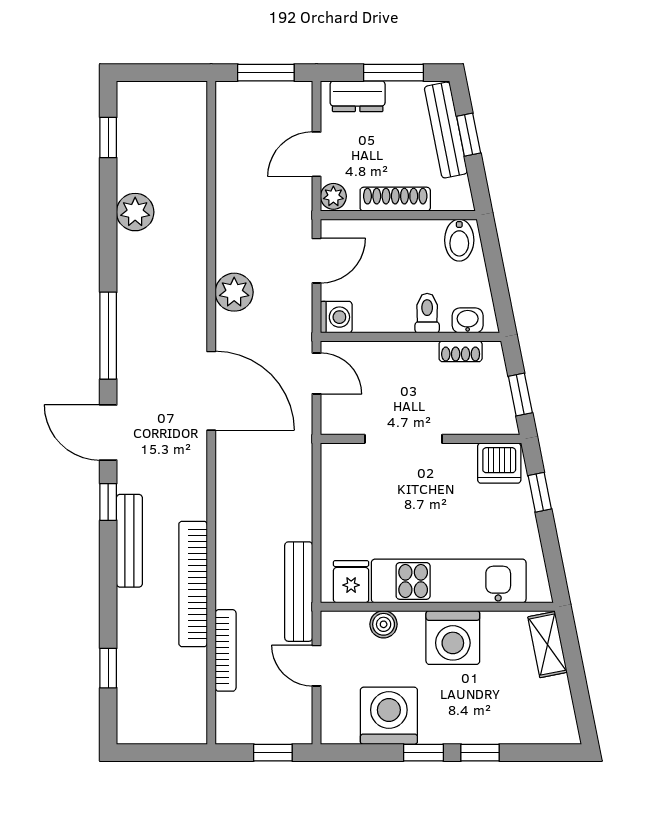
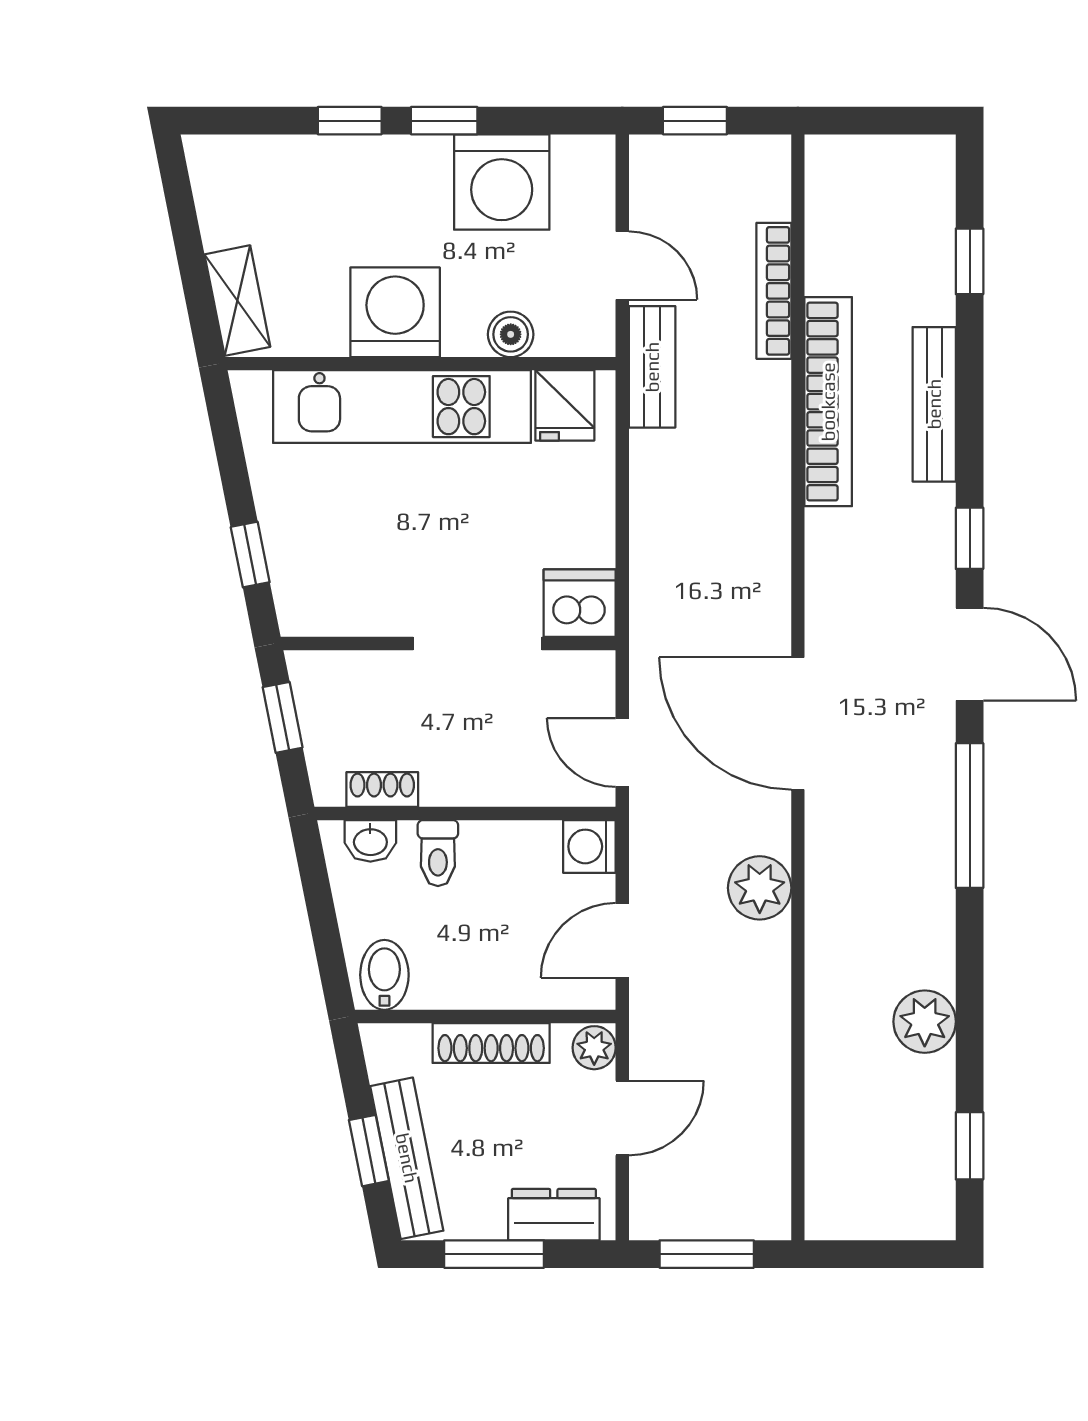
dishwasher: (499, 463) -> (580, 603), moved
bench: (129, 541) -> (934, 404), moved
bench: (299, 592) -> (652, 367), width x0.73

